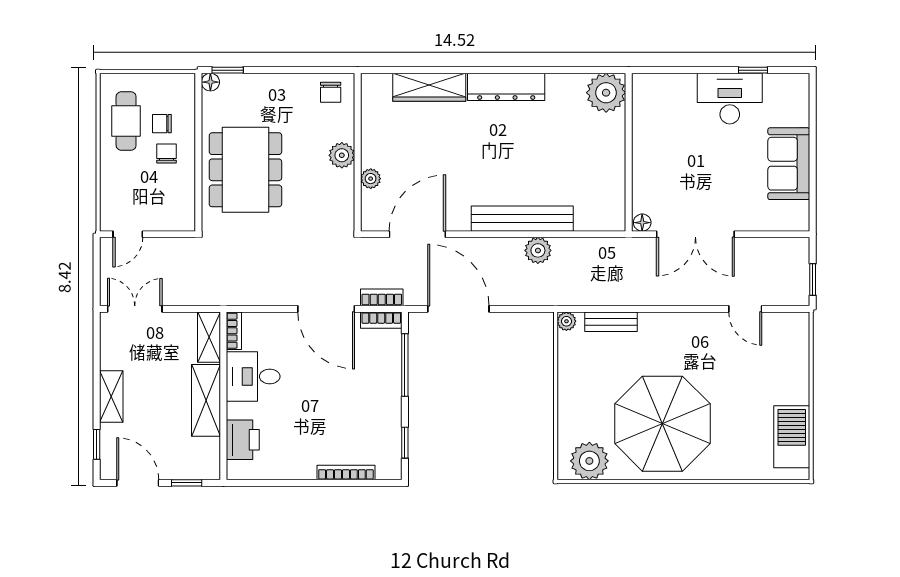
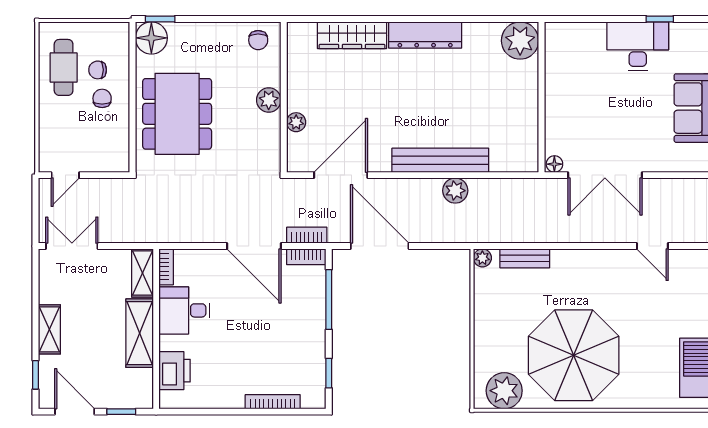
floor lamp: (210, 82) -> (151, 38), width x1.89, depth x1.89

